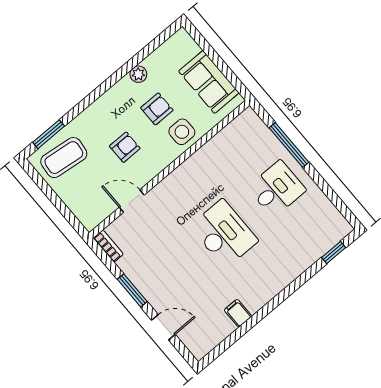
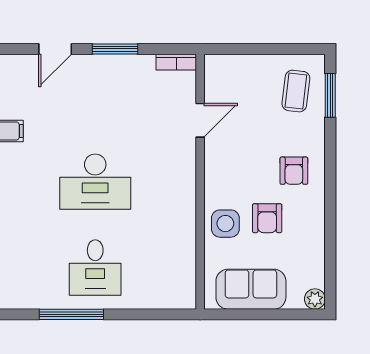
plant: (138, 74) -> (315, 299), moved
window: (289, 145) -> (71, 314), moved
armchair: (125, 147) -> (294, 171), moved
coffee table: (64, 158) -> (296, 91), width x0.73, depth x0.77

